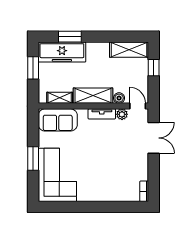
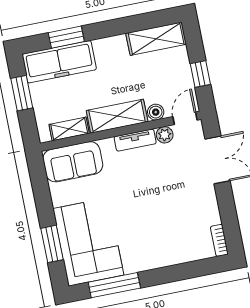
window: (154, 68) -> (200, 74), moved
door: (138, 106) -> (185, 118), hinge flipped
window: (33, 159) -> (52, 244), moved
window: (69, 207) -> (114, 285), added

